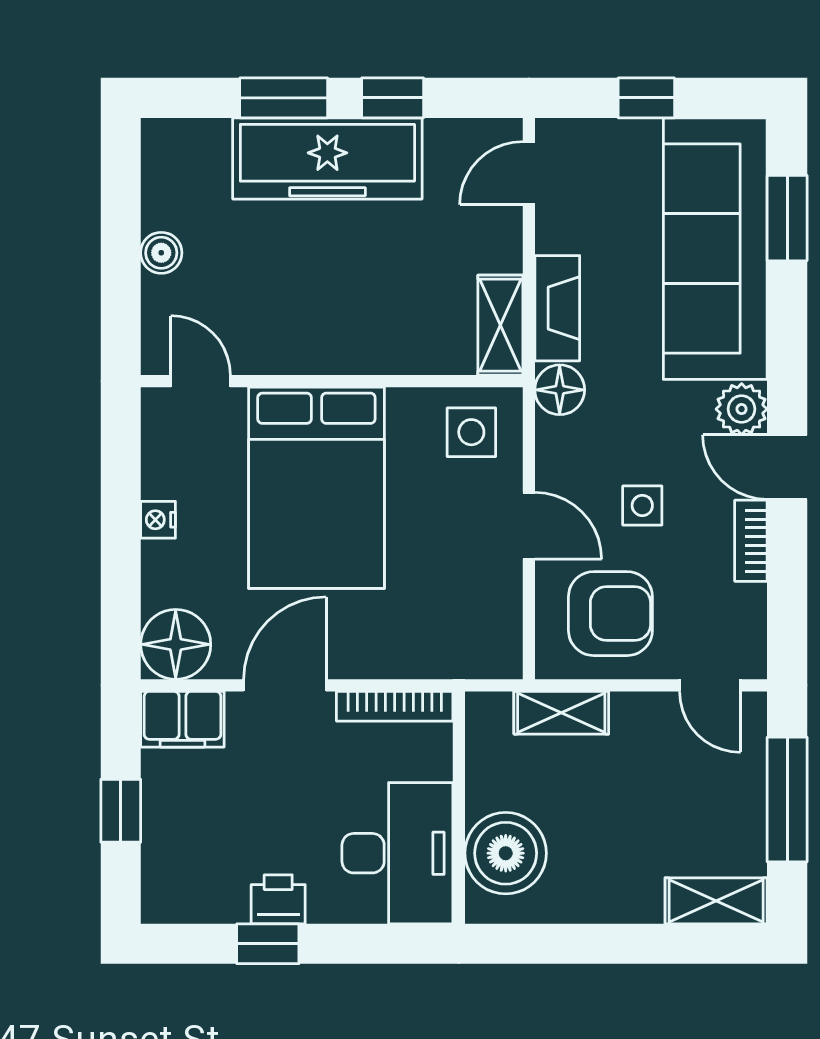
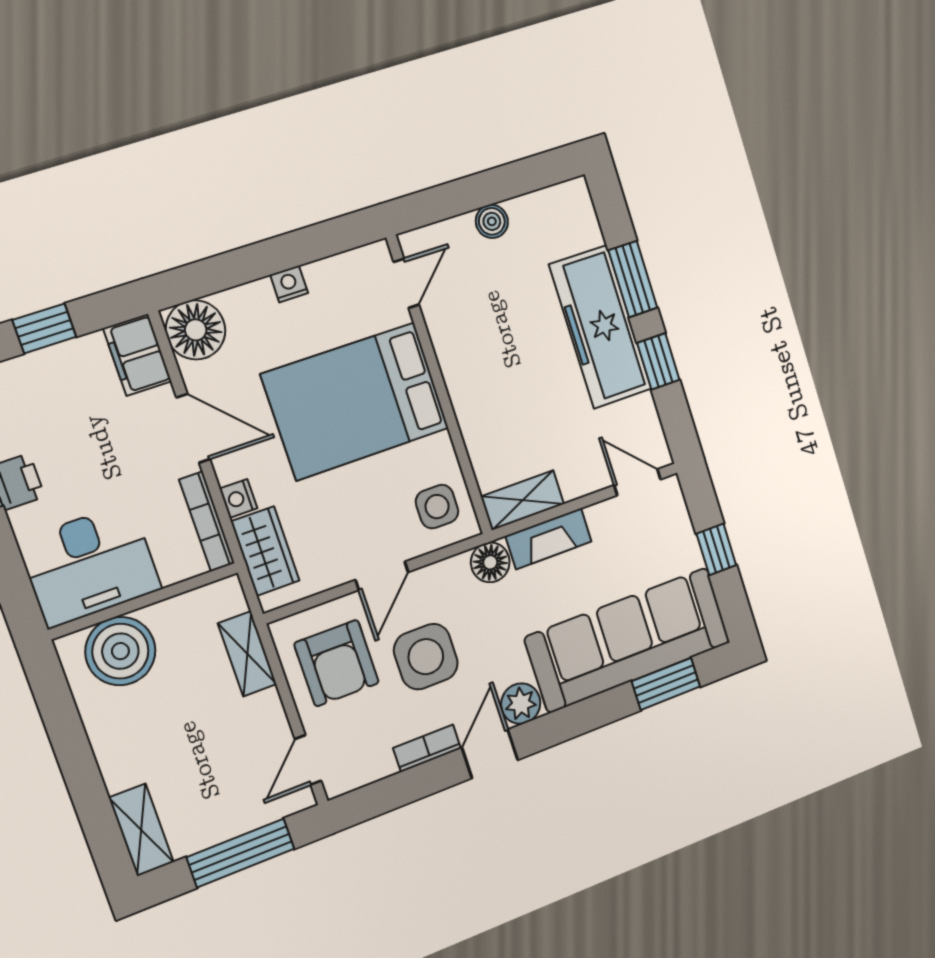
side table: (642, 505) -> (426, 657), width x1.87, depth x1.87
wardrobe: (452, 652) -> (265, 551), added
nightstand: (381, 662) -> (238, 498), added

